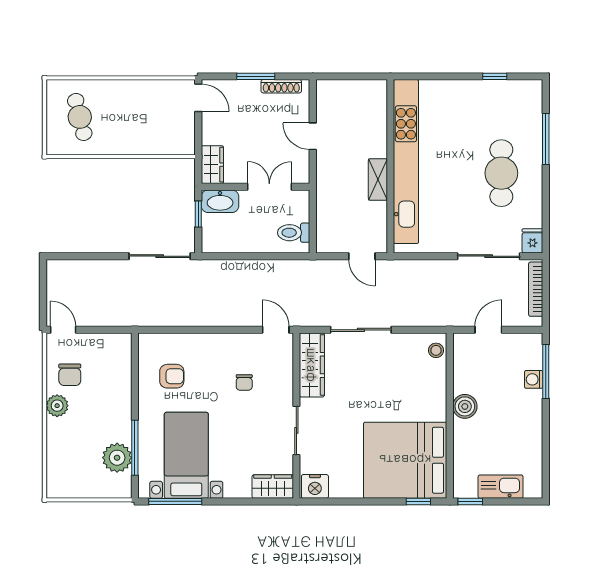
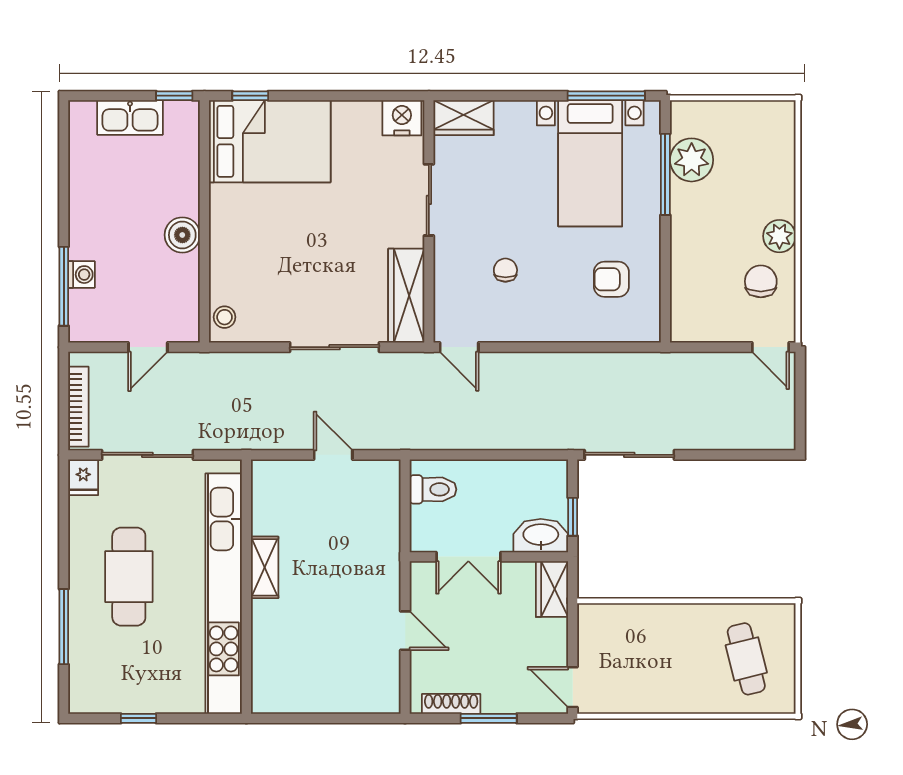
kitchen unit: (406, 162) -> (224, 594), moved
wall: (390, 166) -> (246, 587), moved
shelving: (378, 179) -> (265, 567), moved
bed: (405, 460) -> (270, 141), width x0.73

